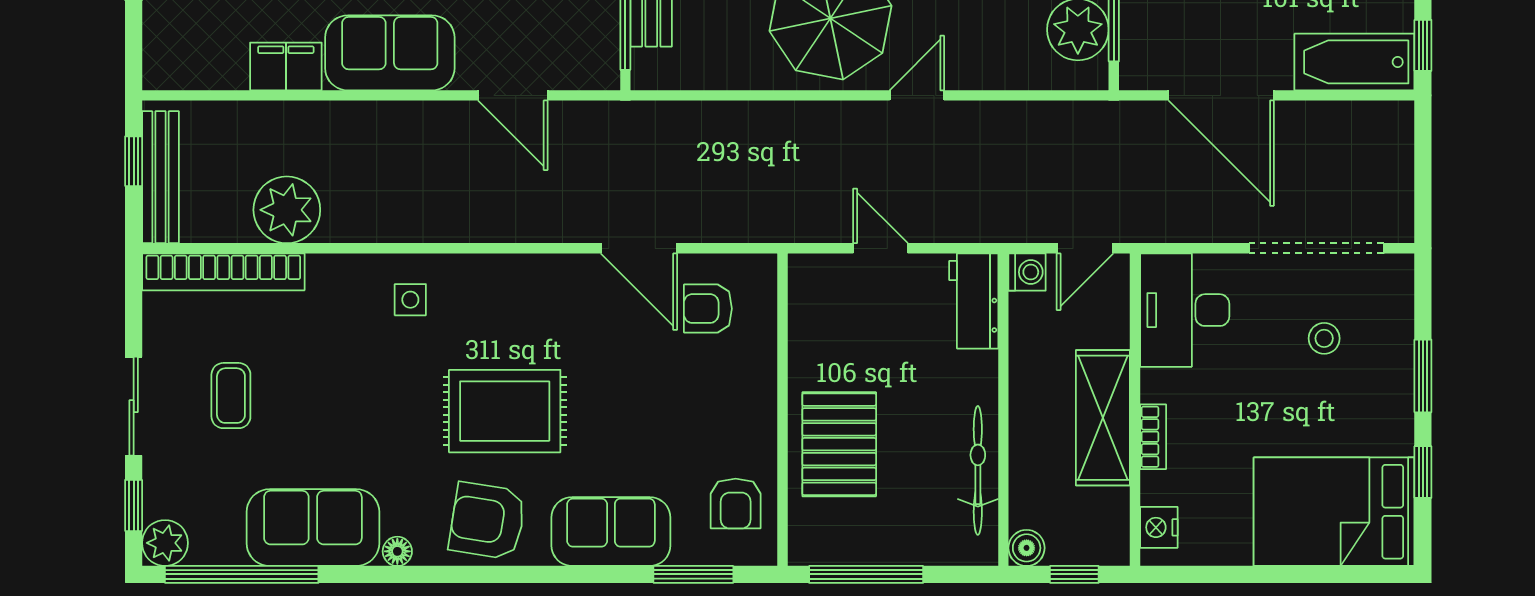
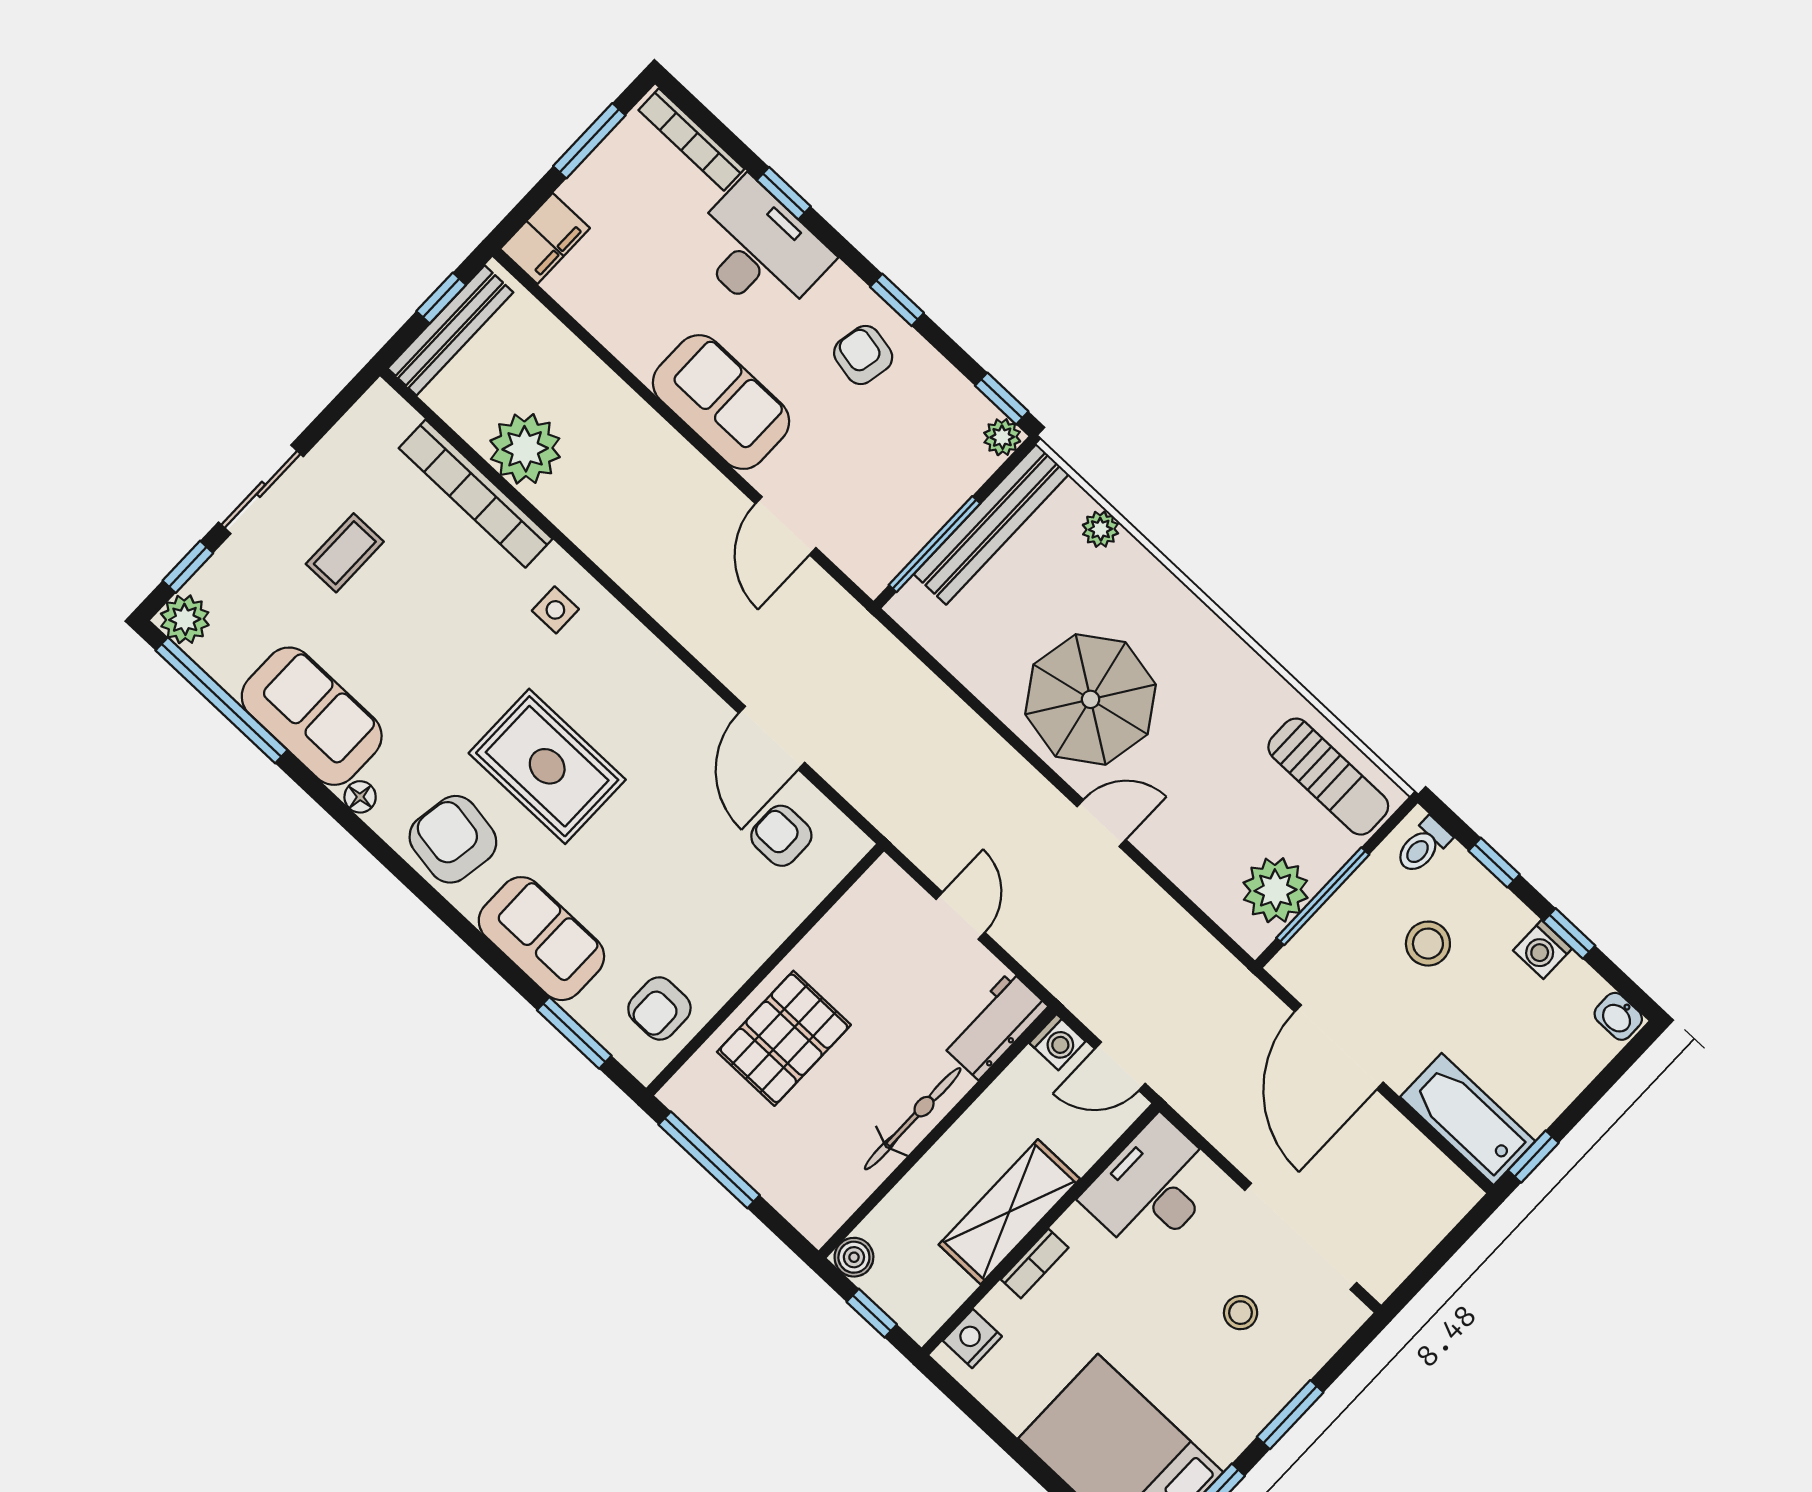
filing cabinet: (286, 66) -> (545, 239), moved, turned 90
bookcase: (223, 272) -> (476, 494), moved
bicycle: (978, 470) -> (913, 1119), moved

